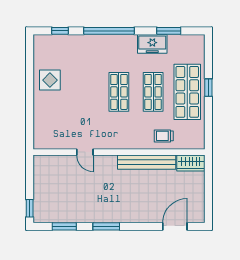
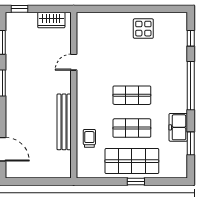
wardrobe: (191, 163) -> (51, 20), moved, turned -90

